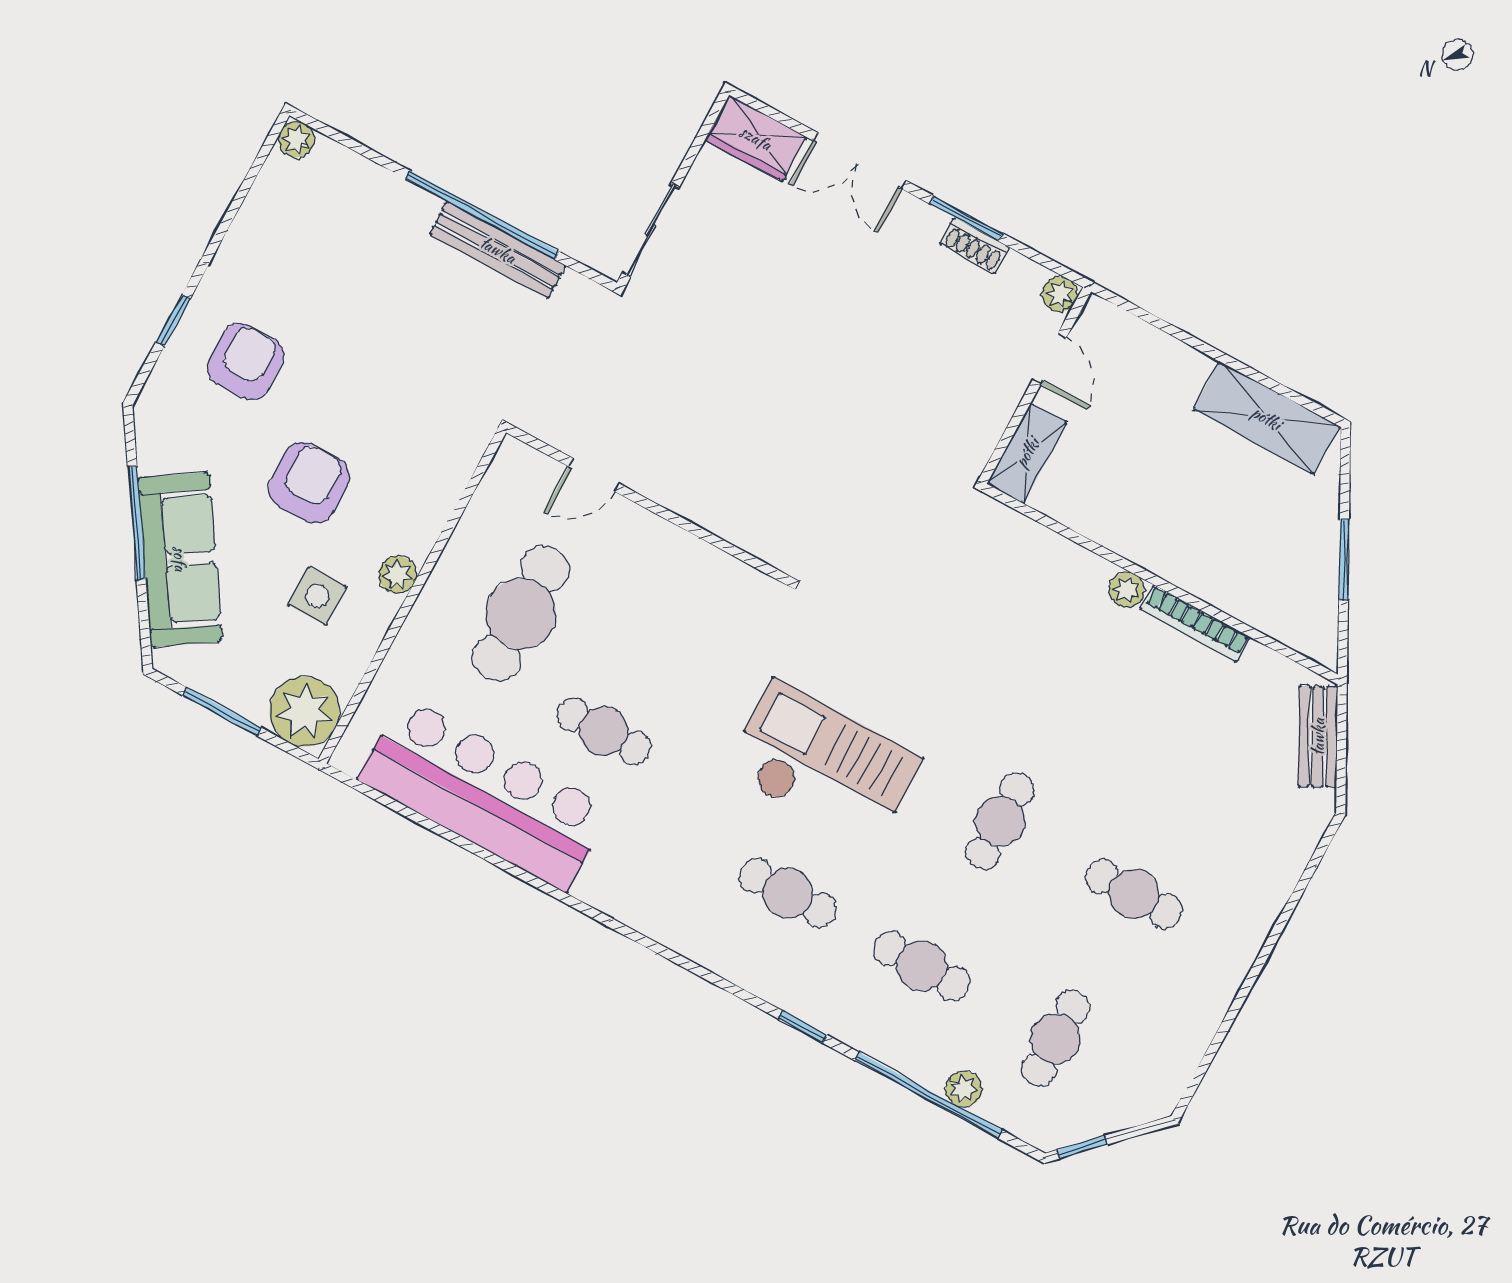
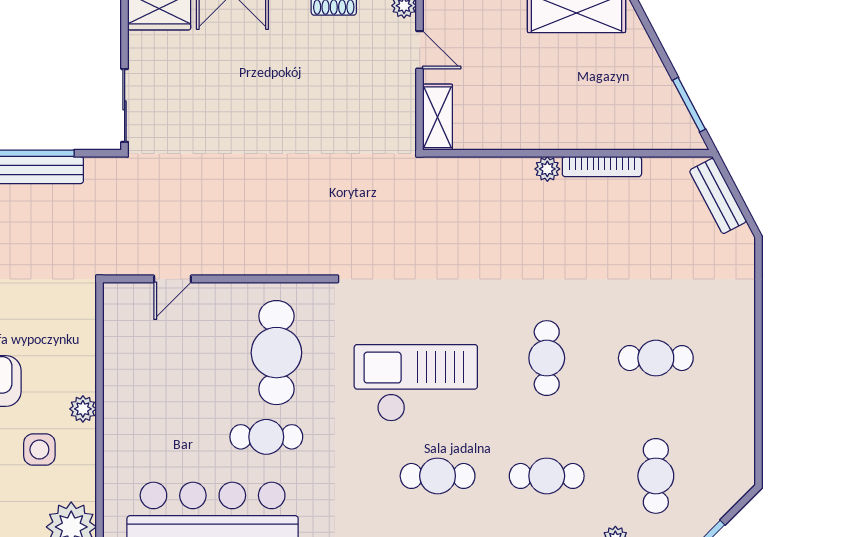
window: (1344, 560) -> (689, 105), moved
cafe table: (521, 614) -> (276, 353), moved

